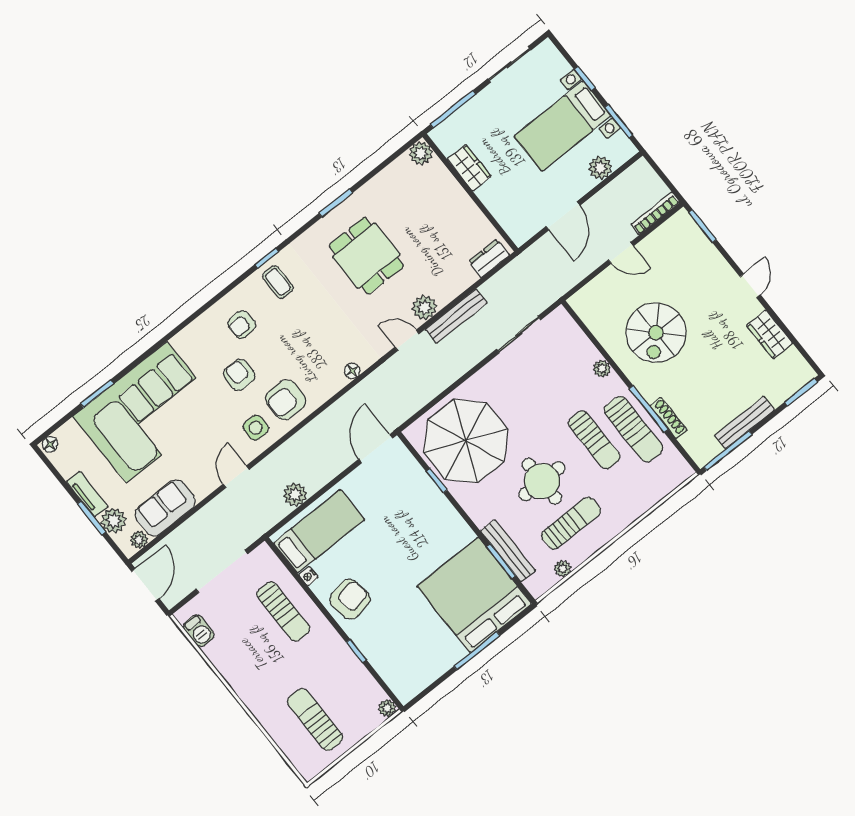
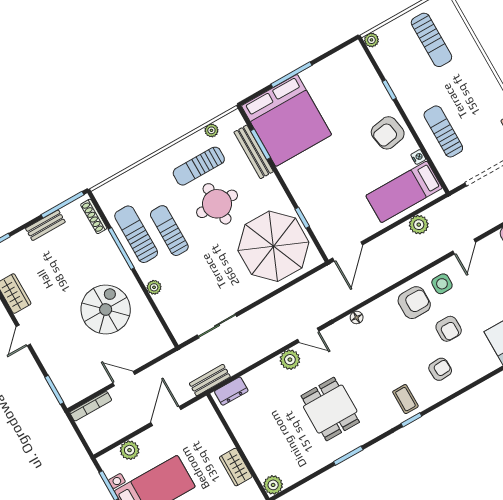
bench: (456, 316) -> (210, 380), moved, width x0.73
shoe rack: (668, 418) -> (94, 216), moved
bench: (745, 423) -> (45, 225), width x0.73

